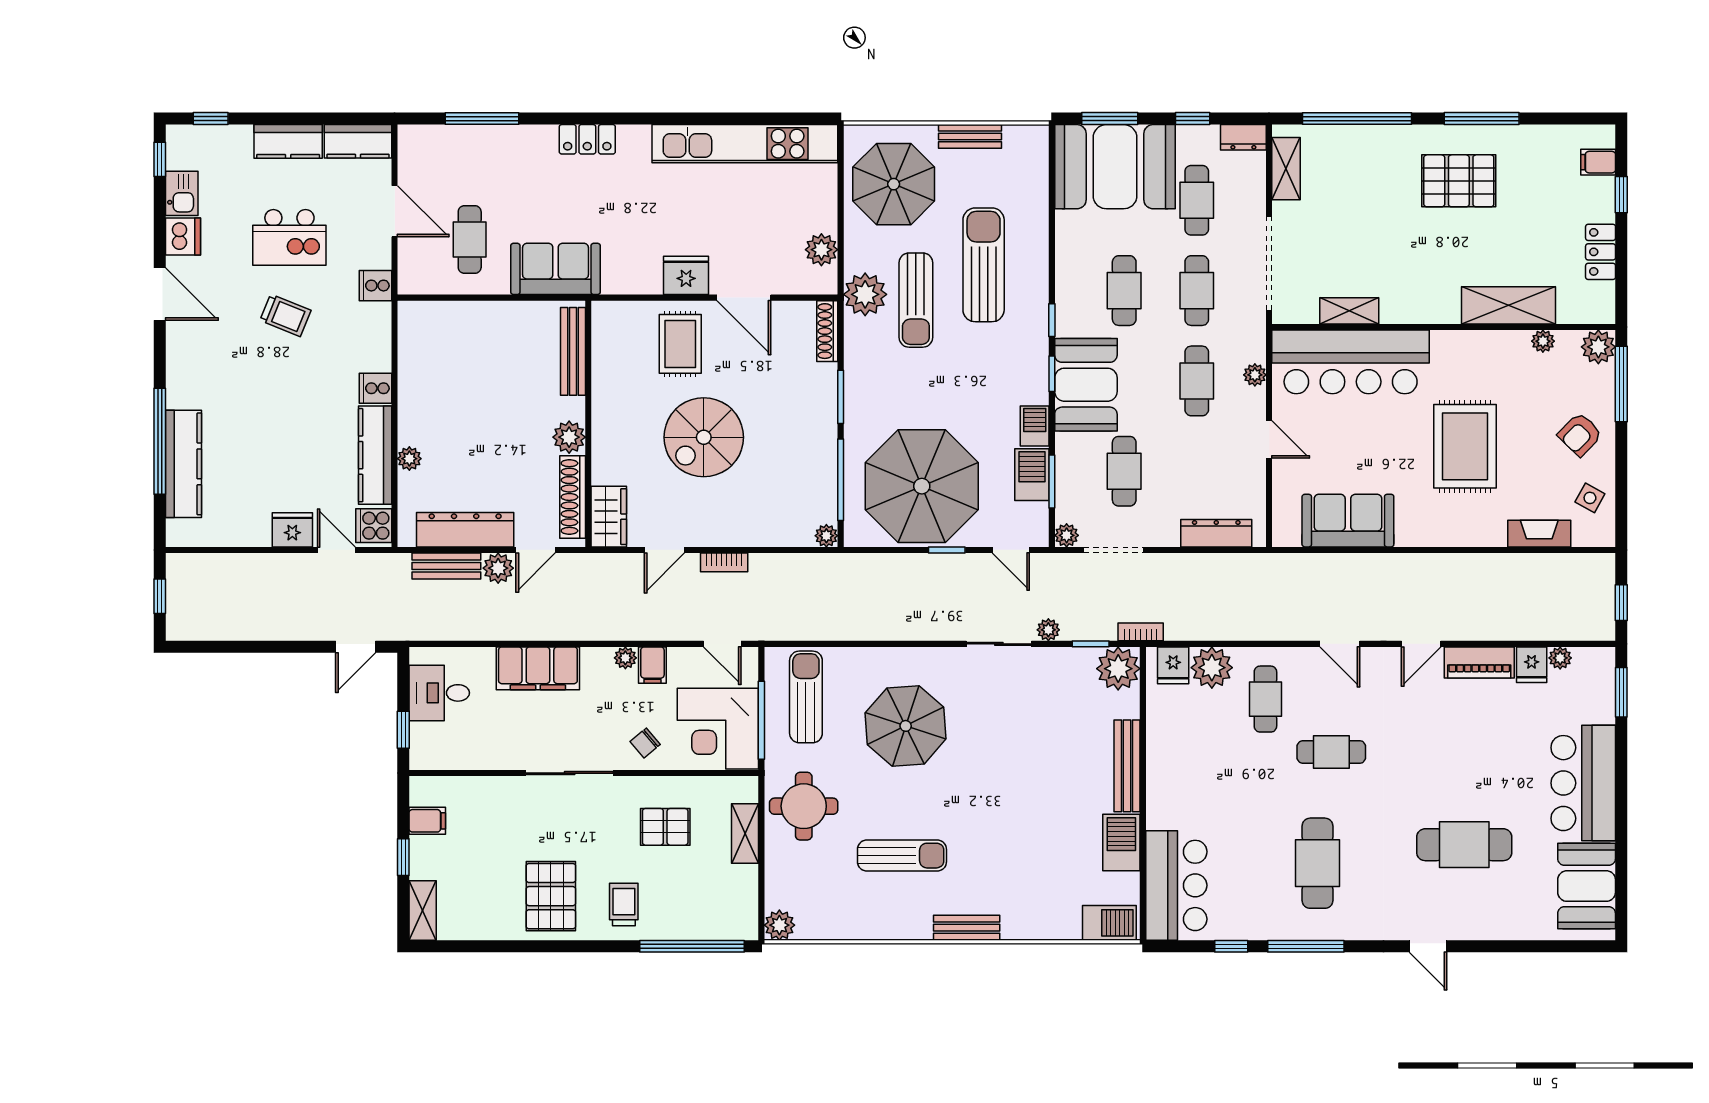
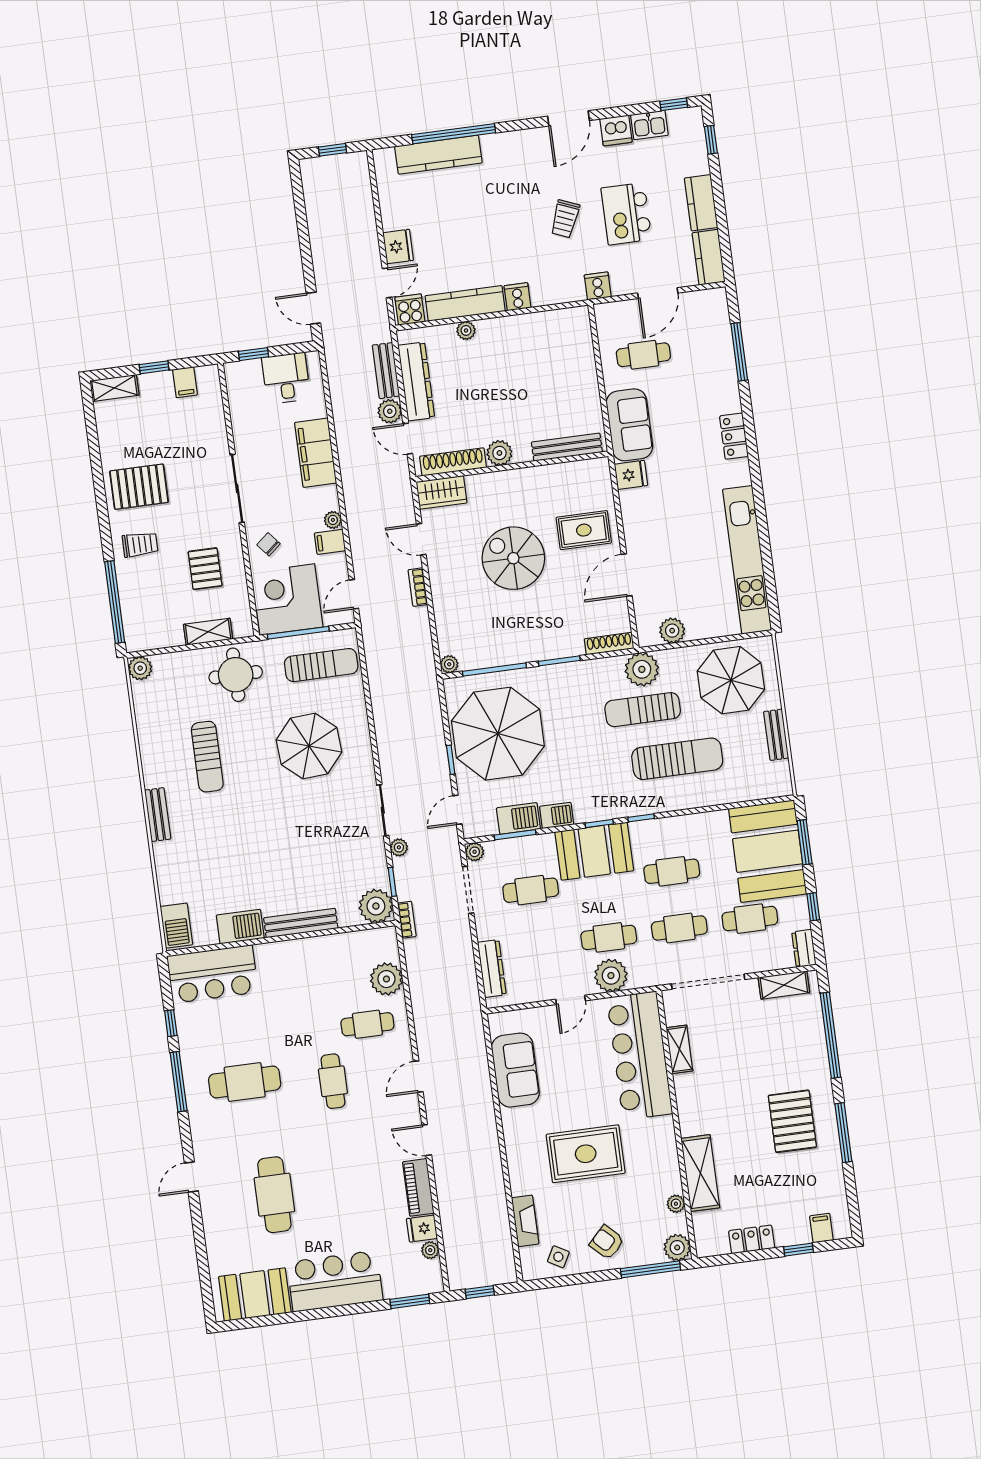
fridge: (686, 275) -> (631, 475), moved, width x0.72
plant: (1255, 375) -> (611, 976), width x1.87, depth x1.87
fridge: (1173, 665) -> (384, 949), removed

